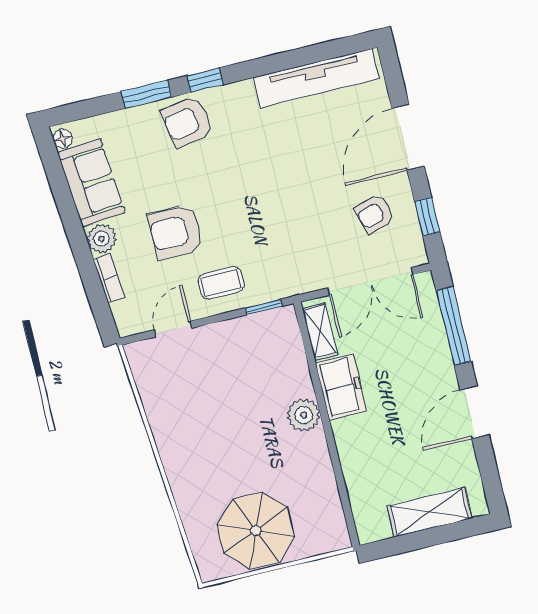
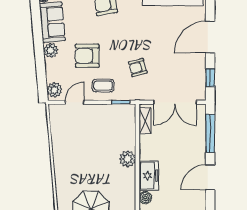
armchair: (375, 214) -> (138, 67), moved
bookcase: (109, 278) -> (50, 70), removed
plant: (128, 314) -> (54, 90), added
freezer: (341, 387) -> (149, 176), moved
boiler: (357, 483) -> (145, 198), added

